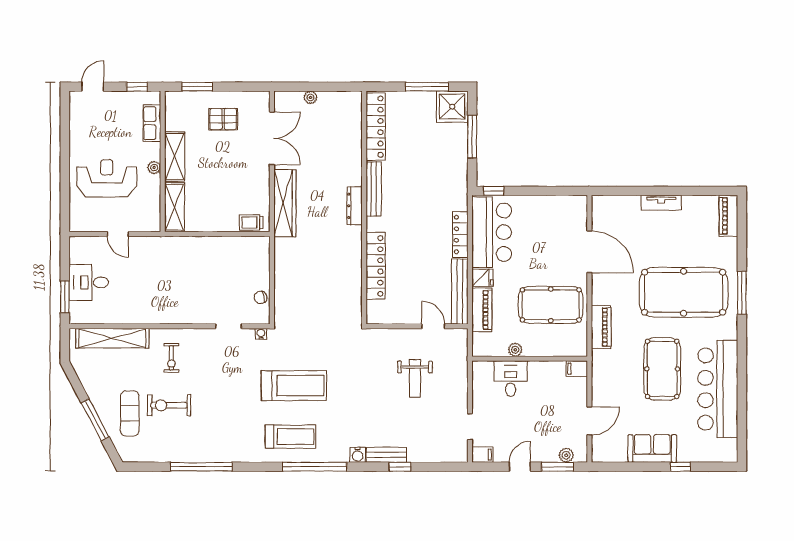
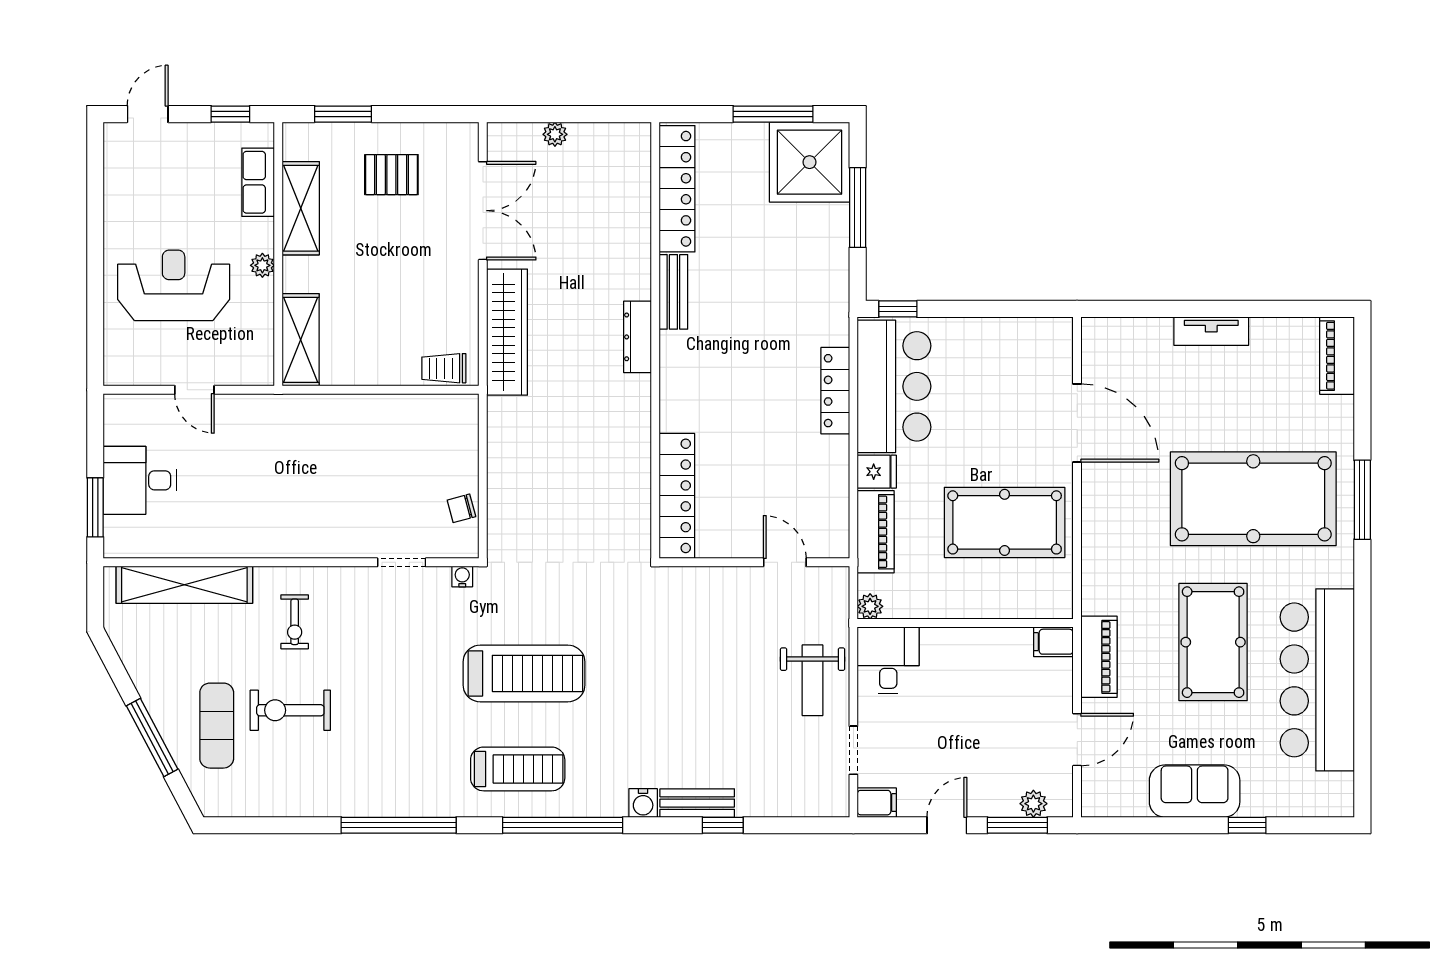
shower: (452, 107) -> (810, 162), width x1.37, depth x1.37
shelving: (175, 156) -> (301, 208), moved
bench: (374, 189) -> (673, 292), width x0.73
locker: (376, 266) -> (677, 496), moved
bench: (460, 292) -> (834, 497), removed
piano: (601, 327) -> (1099, 657), moved
plant: (515, 350) -> (870, 606), moved
weight bench: (415, 378) -> (813, 680), moved
desk: (511, 379) -> (888, 660), moved
window: (201, 467) -> (399, 825), moved

